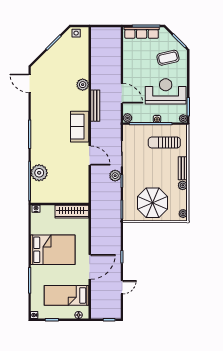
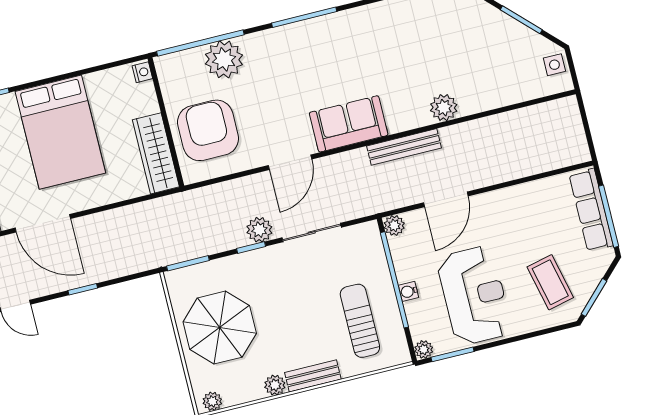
armchair: (68, 187) -> (208, 130), added

